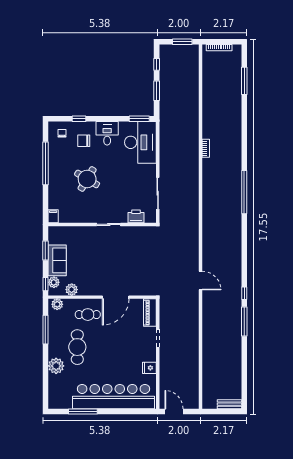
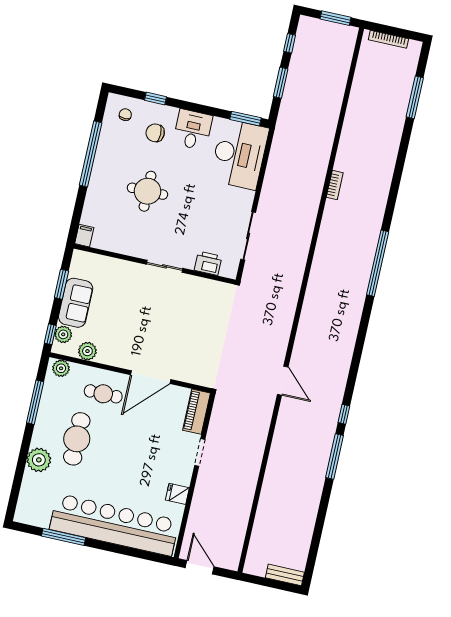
round table: (87, 179) -> (147, 191), turned -31

